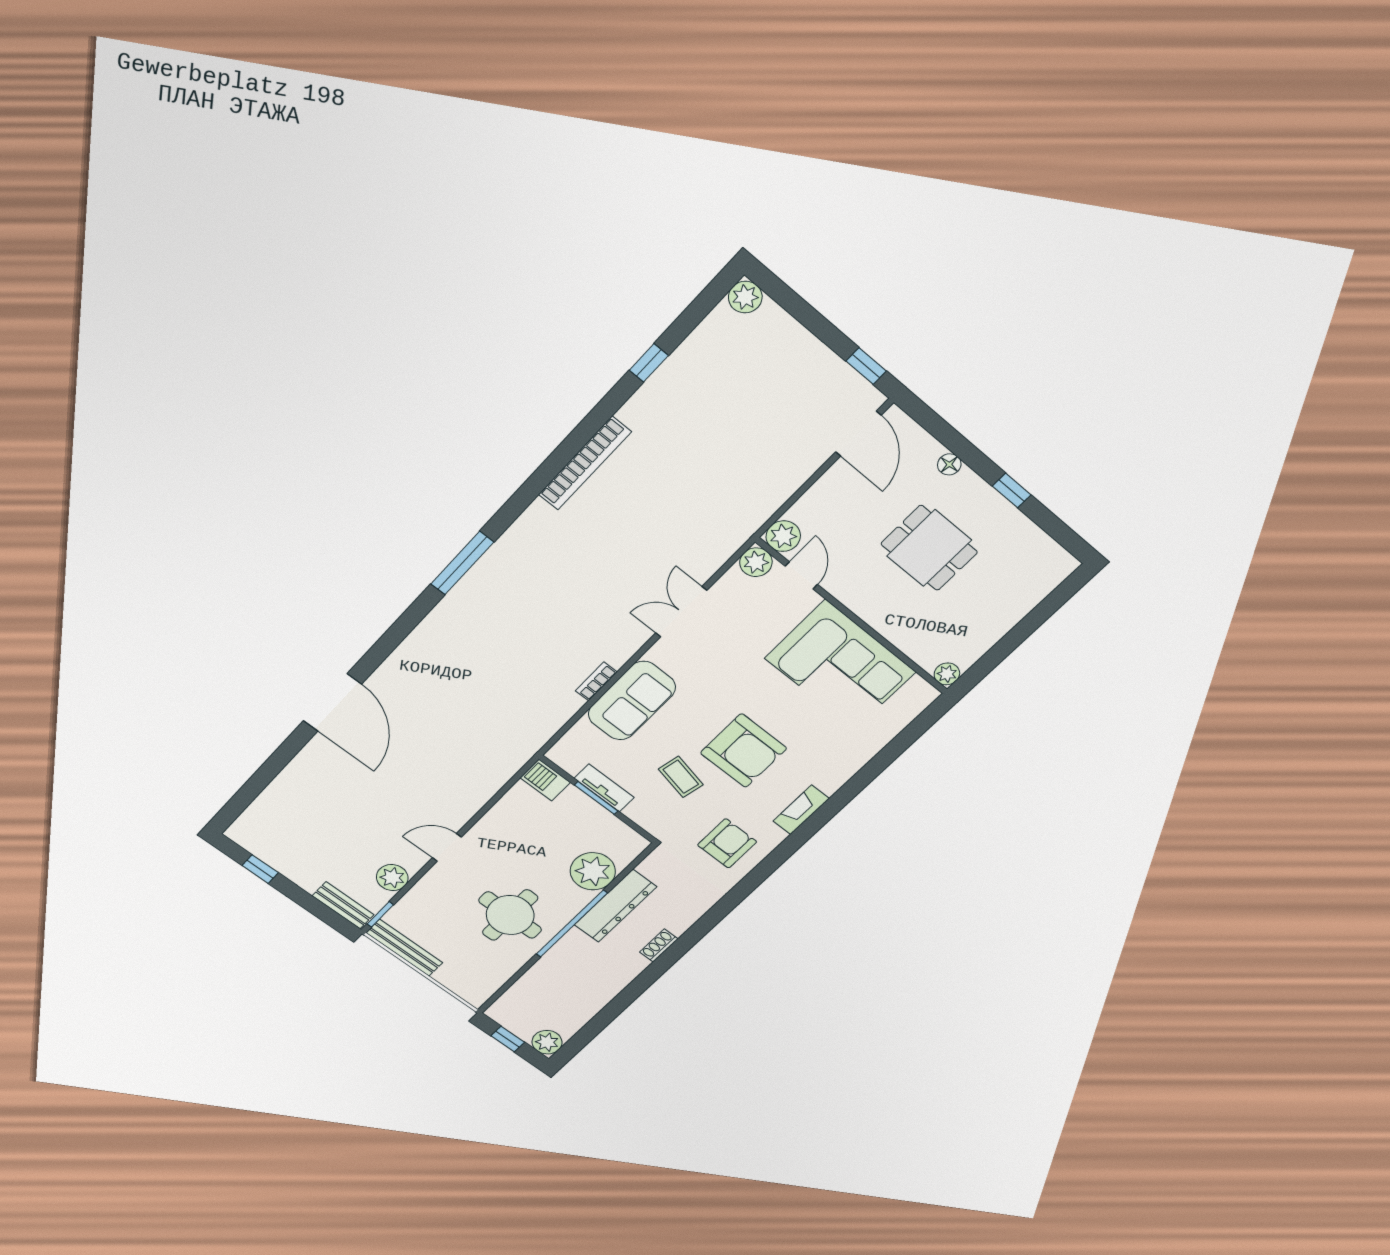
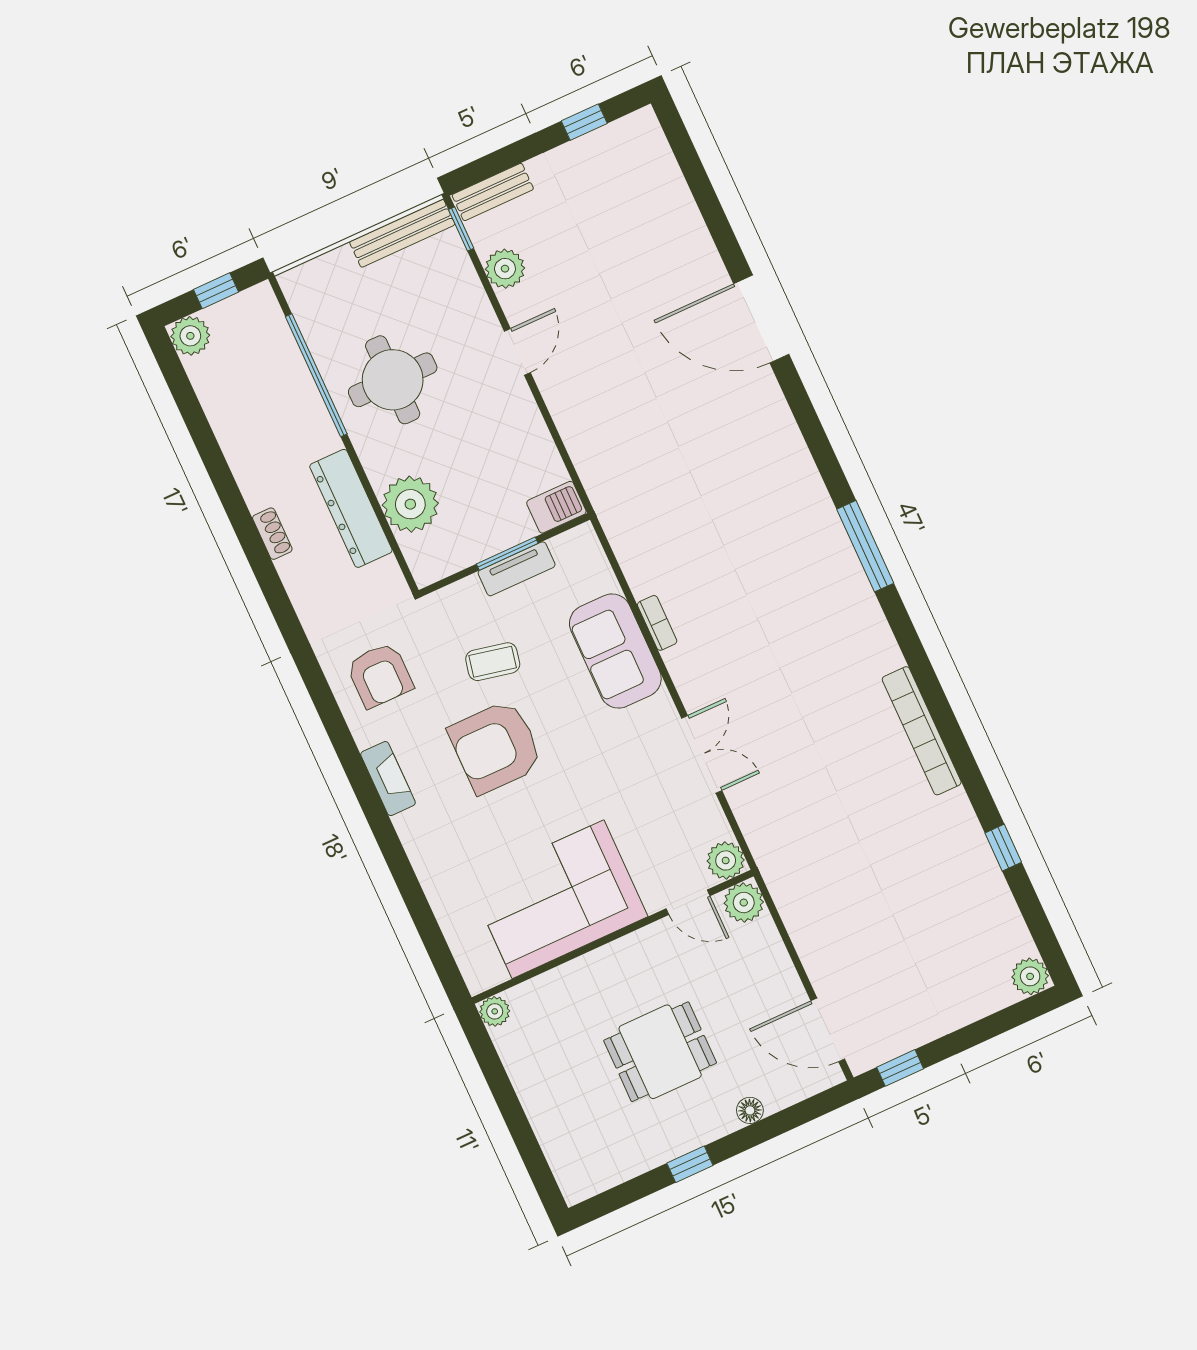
window: (572, 924) -> (316, 375), moved

